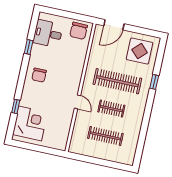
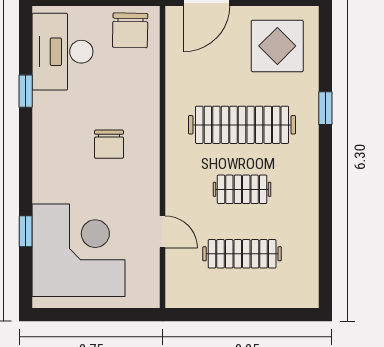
desk: (48, 34) -> (63, 52), width x1.37
chair: (39, 75) -> (109, 144), moved
door: (77, 102) -> (163, 232), moved
corner desk: (30, 123) -> (79, 250), width x1.36, depth x1.36

